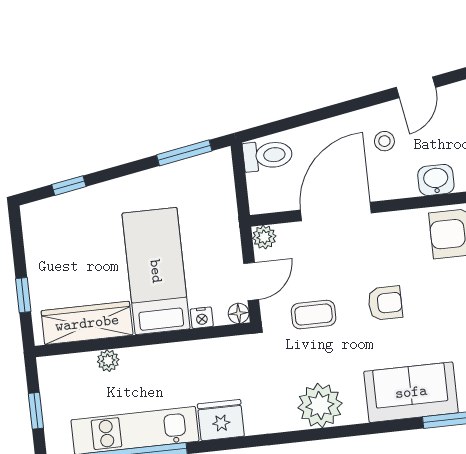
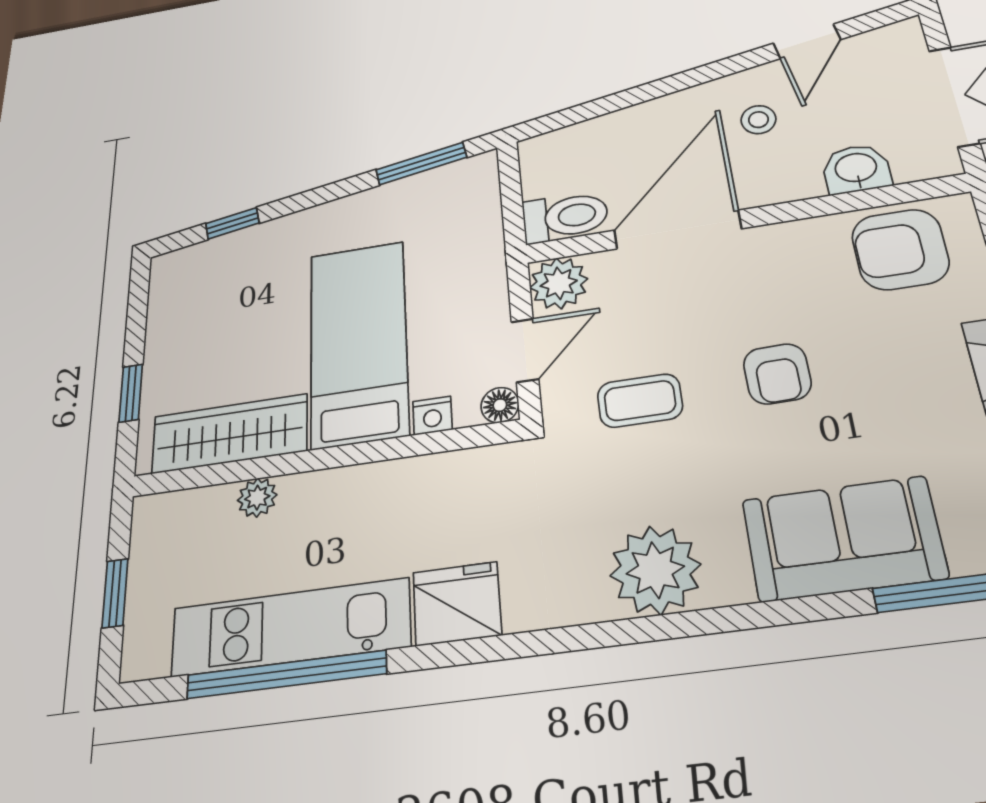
toilet: (268, 155) -> (565, 217), moved
plant: (264, 237) -> (559, 283), width x1.38, depth x1.38
armchair: (385, 303) -> (777, 374), turned 89

